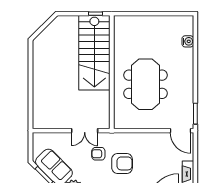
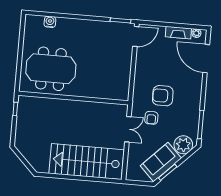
stairs: (94, 53) -> (86, 162), moved, turned 180
meeting table: (145, 84) -> (51, 69), moved
armchair: (122, 163) -> (163, 96), turned -90

